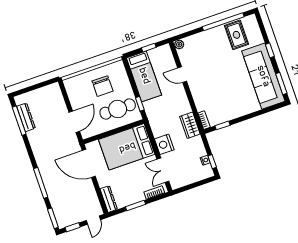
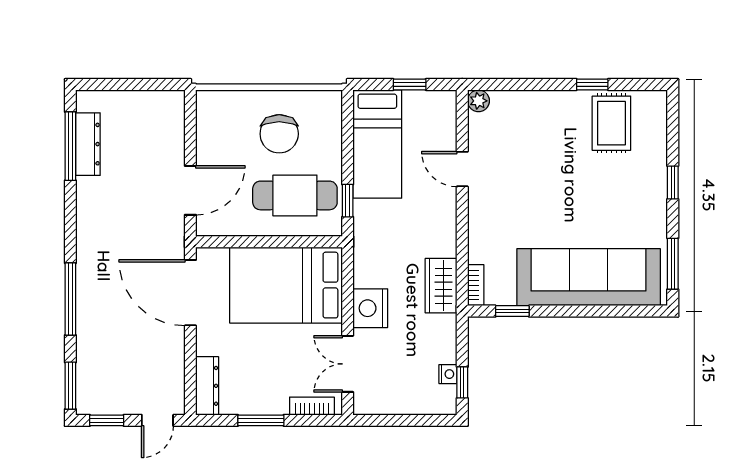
window: (223, 22) -> (592, 85), width x0.32
sofa: (263, 76) -> (589, 277), moved, turned 90

